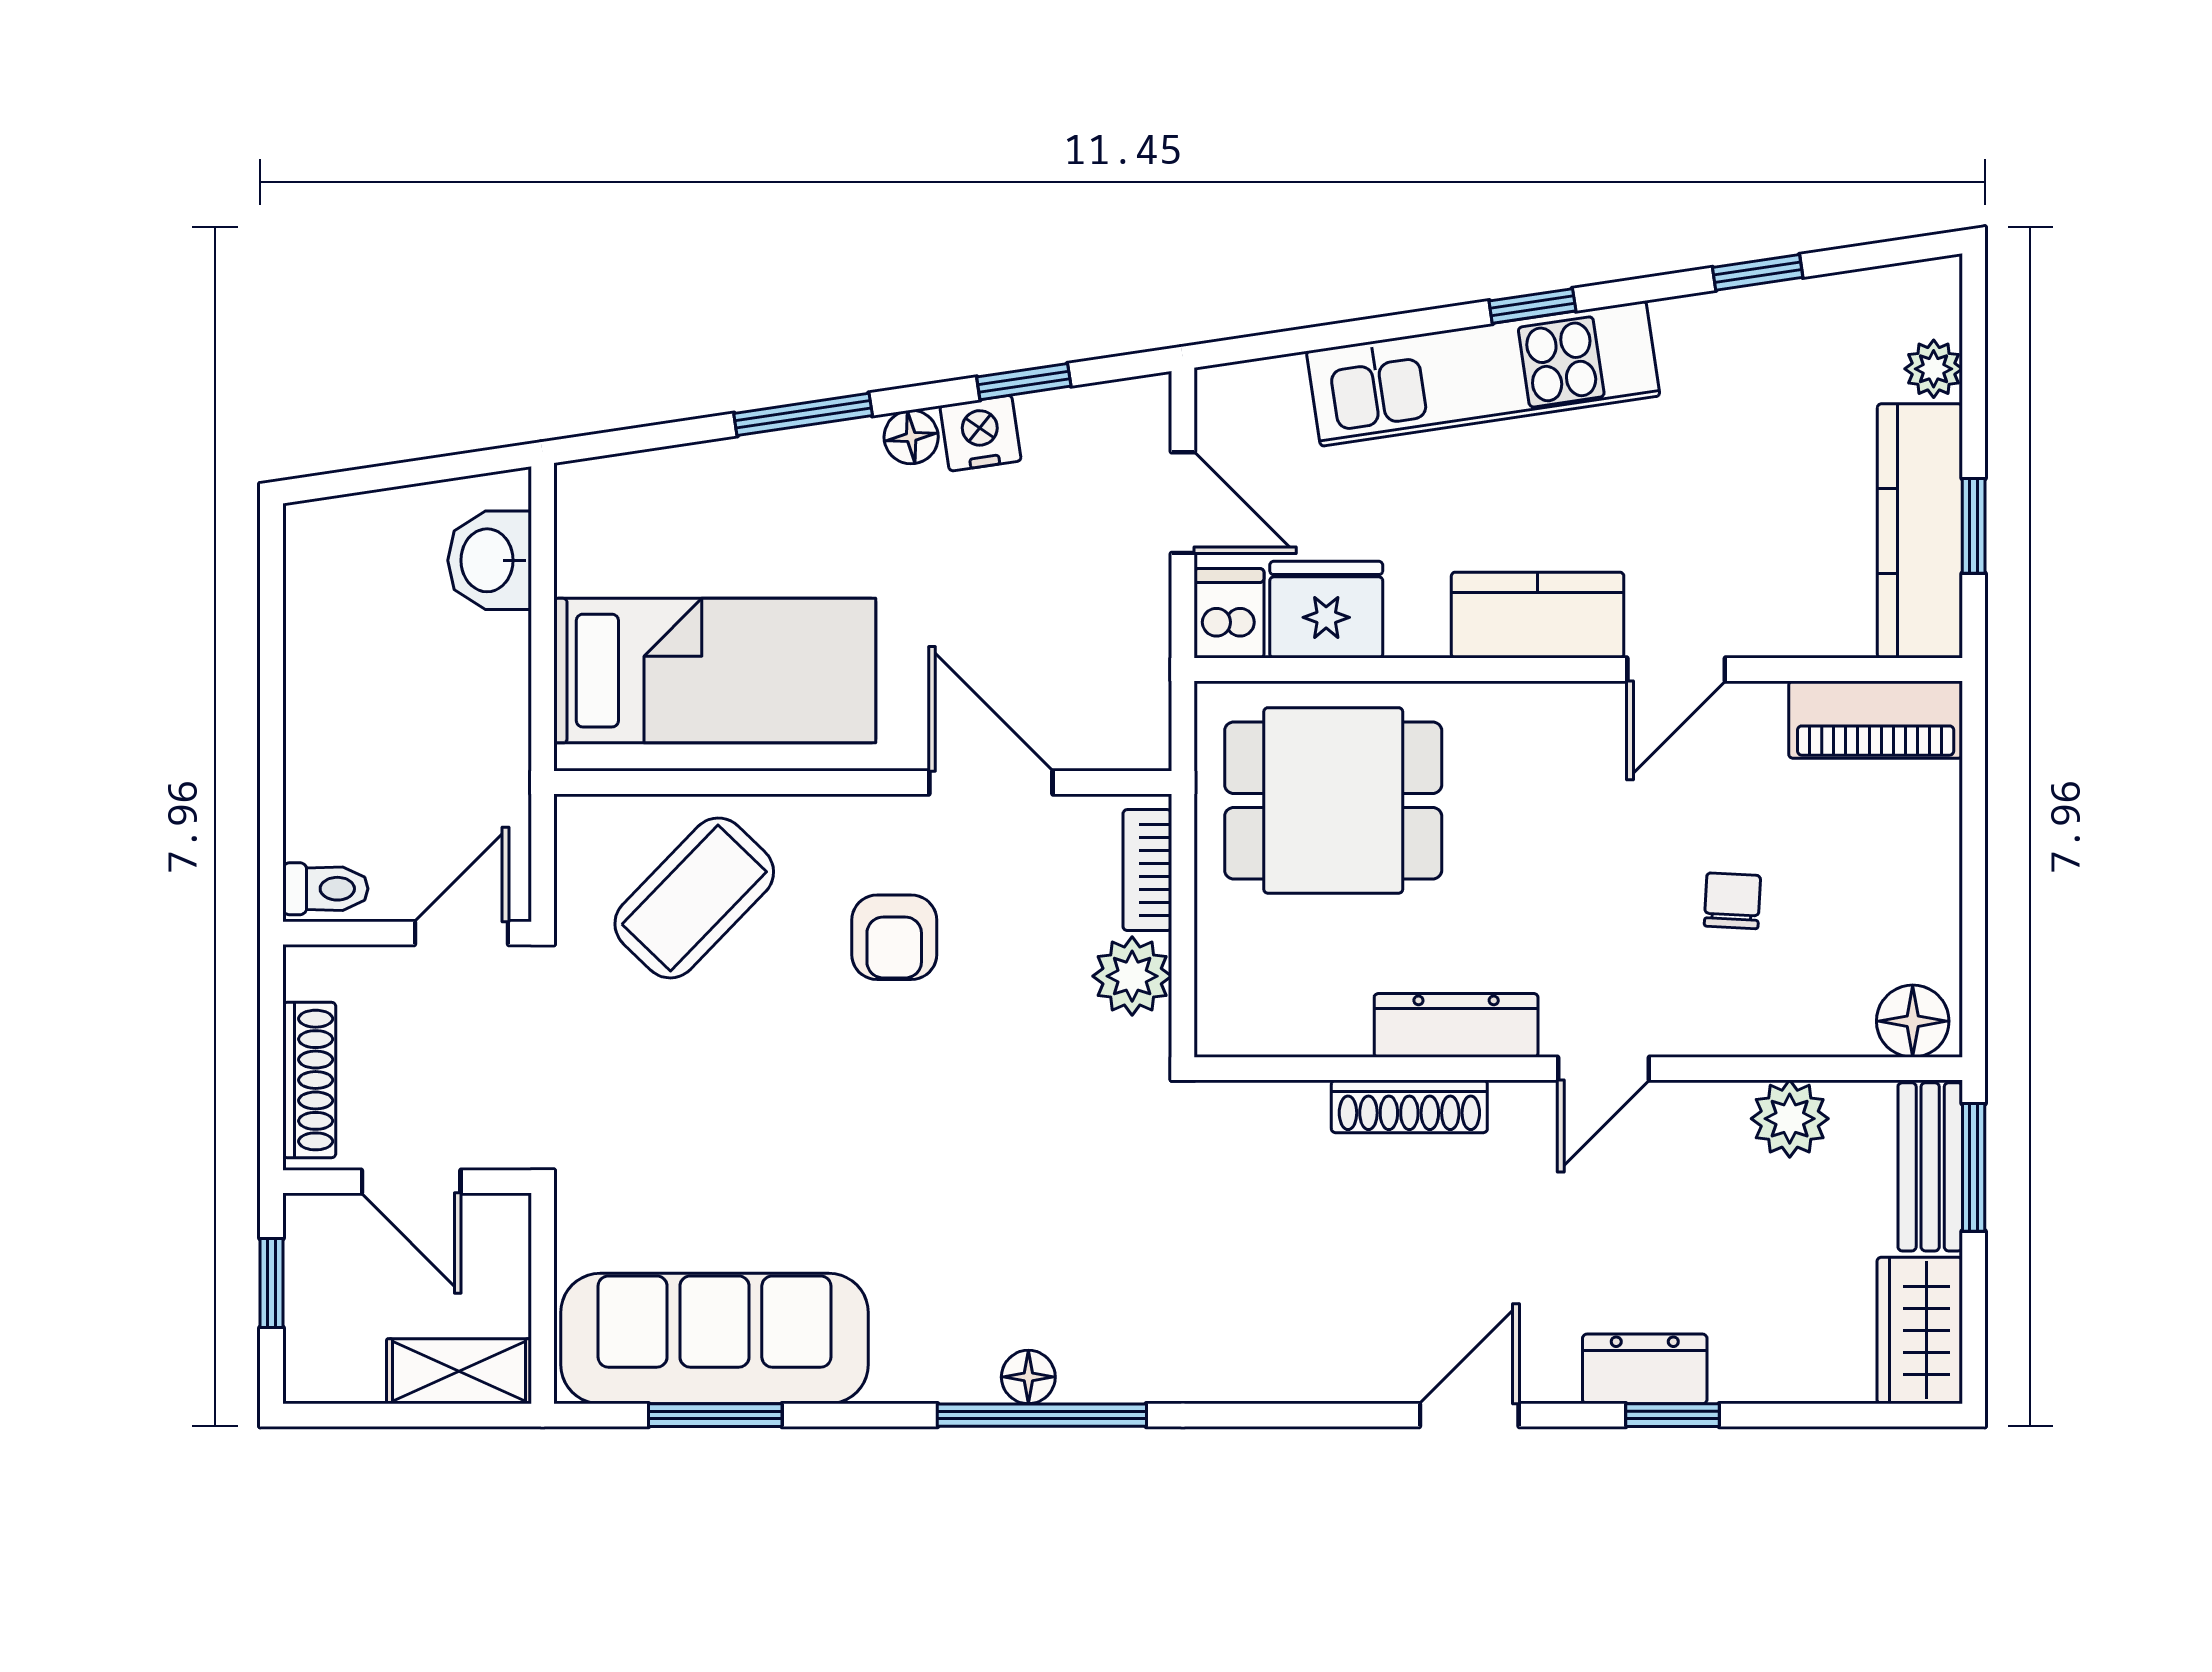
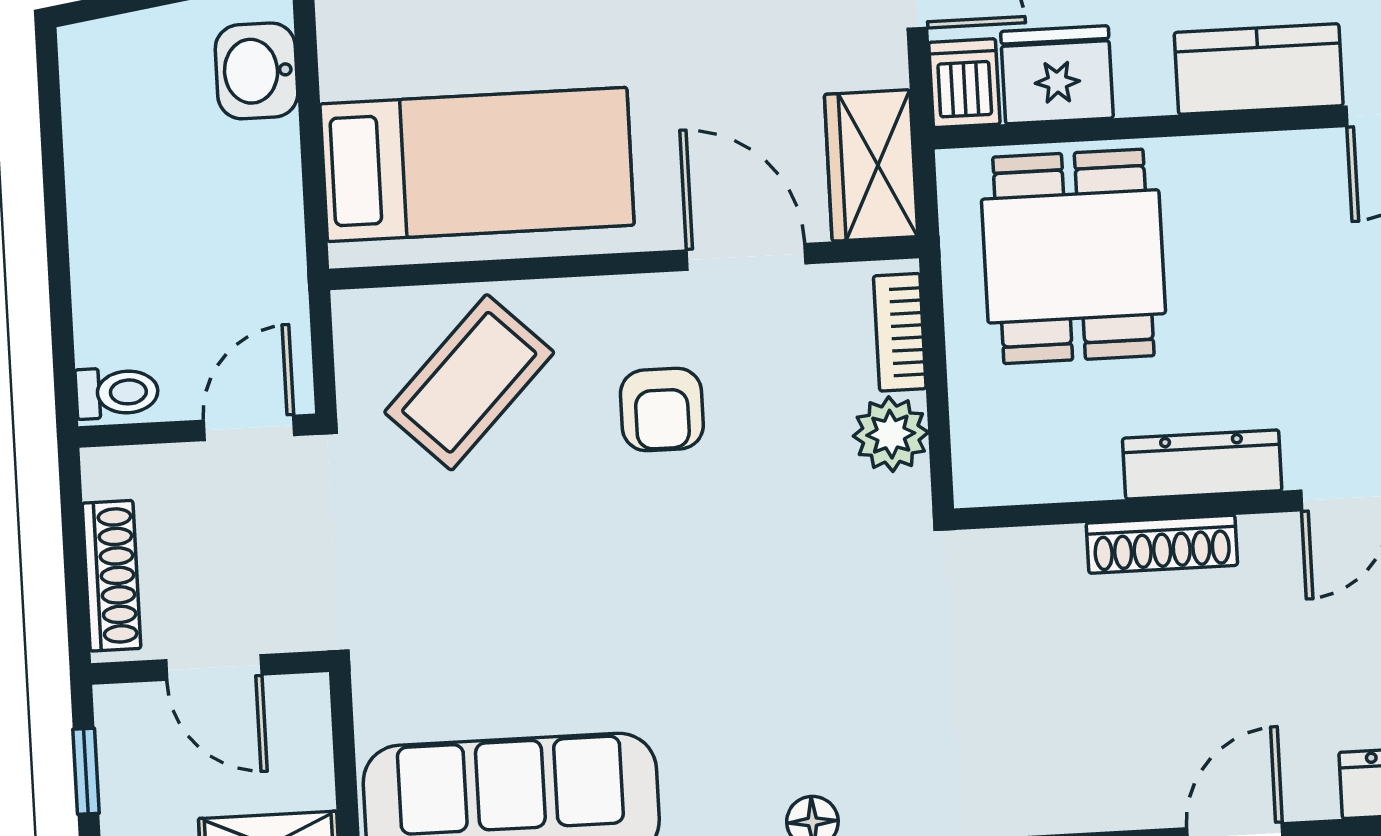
wardrobe: (1127, 694) -> (871, 165), added
dining table: (1333, 800) -> (1073, 256), turned 90

